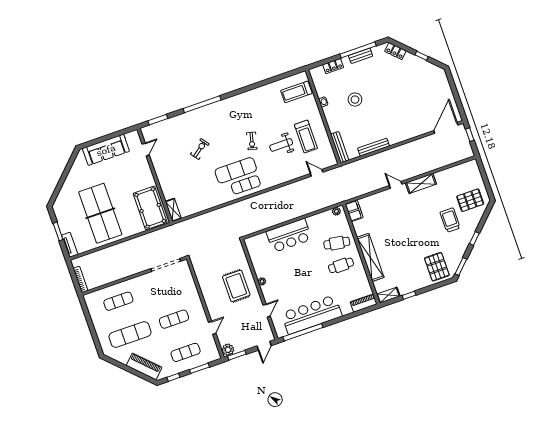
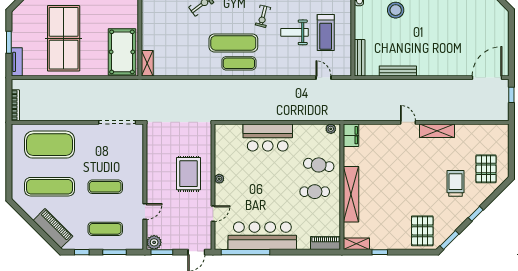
pallet: (470, 200) -> (486, 169), turned 90
exercise mat: (118, 301) -> (50, 145), width x2.00, depth x1.45

